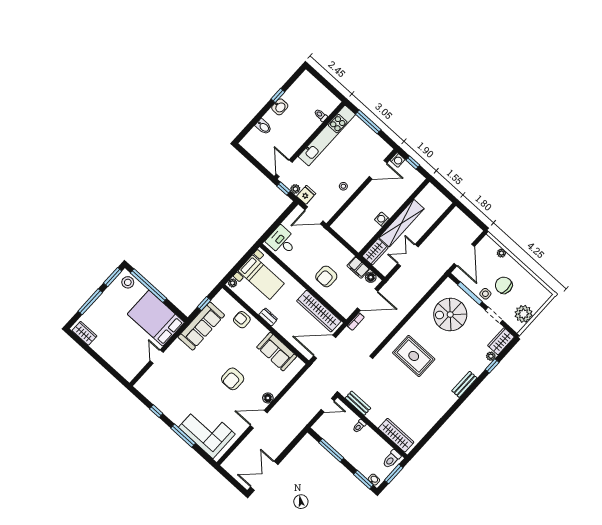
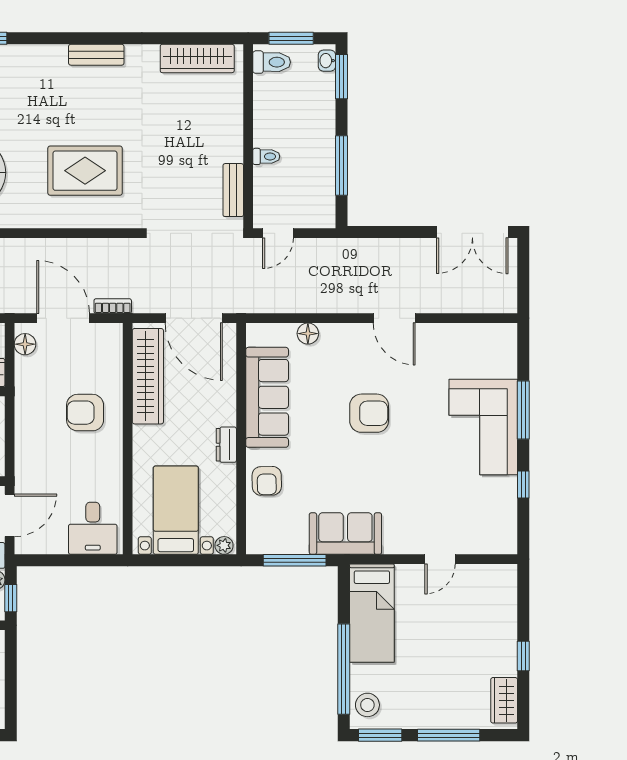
door: (314, 215) -> (10, 515), hinge flipped
filing cabinet: (358, 267) -> (27, 377), removed
armchair: (326, 276) -> (85, 413), turned 180
window: (204, 304) -> (295, 560), width x2.17
bed: (156, 318) -> (372, 613), width x0.67
sofa: (201, 326) -> (345, 534), width x0.73
sofa: (277, 352) -> (267, 397), width x1.36
window: (94, 355) -> (523, 656), added
rug: (414, 356) -> (85, 171), turned 90
bench: (464, 384) -> (96, 55), moved
floor lamp: (268, 398) -> (308, 334), moved
door: (328, 405) -> (278, 233), swing flipped
corner sofa: (207, 431) -> (483, 427), moved
wardrobe: (396, 435) -> (197, 58), moved, turned -90

